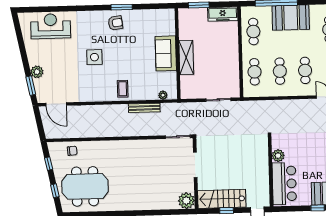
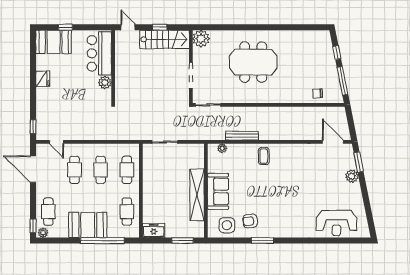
freezer: (223, 14) -> (154, 231), width x0.71
armchair: (115, 23) -> (250, 221), moved
side table: (94, 57) -> (227, 225), moved
shelving: (186, 58) -> (197, 195), width x1.47
window: (49, 164) -> (342, 81), width x2.17
meeting table: (85, 186) -> (253, 62), moved

